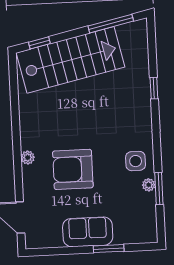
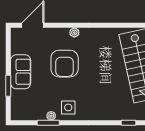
window: (154, 88) -> (128, 123), moved
armchair: (73, 169) -> (65, 64), turned 180

